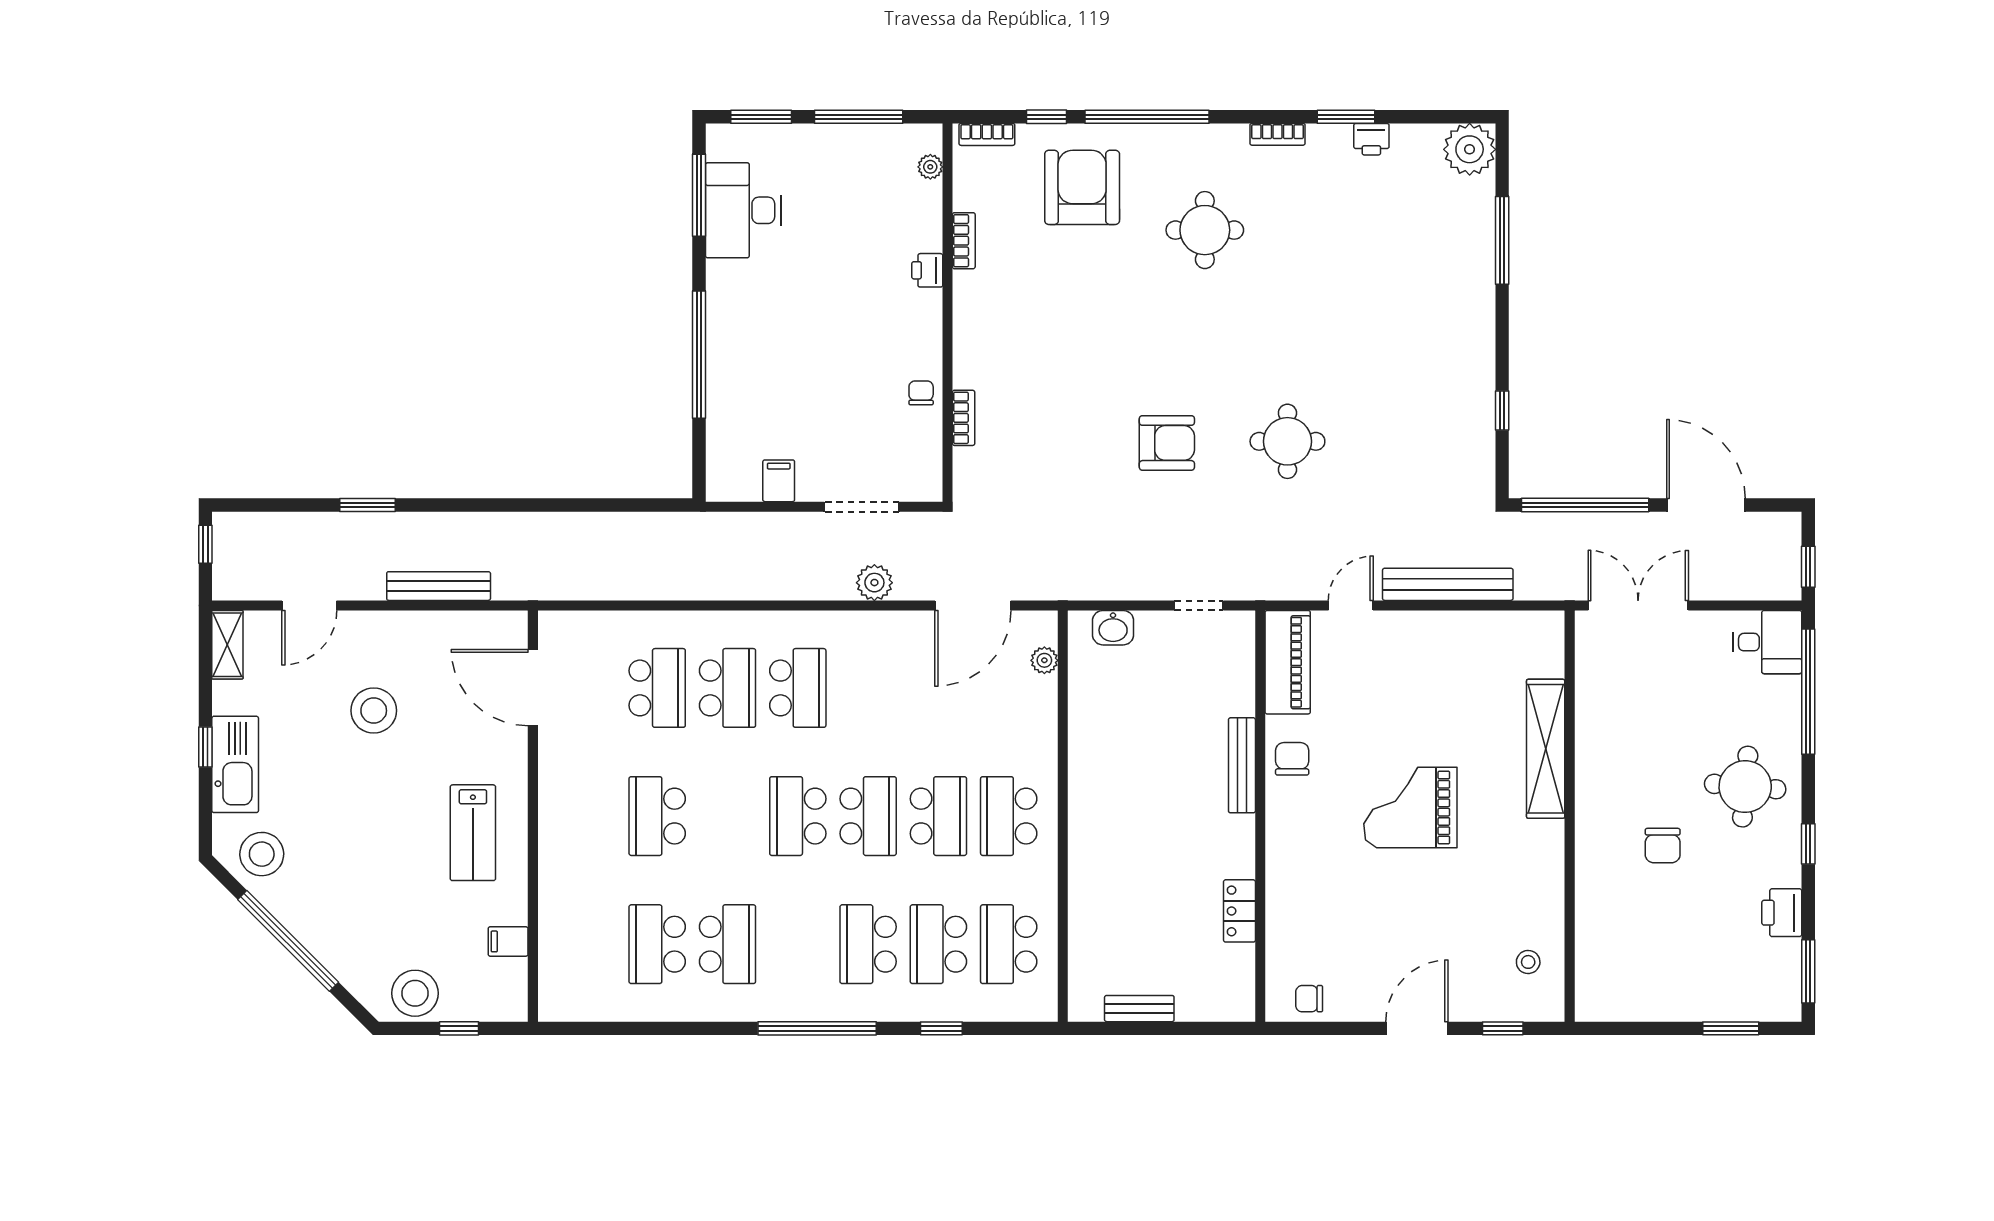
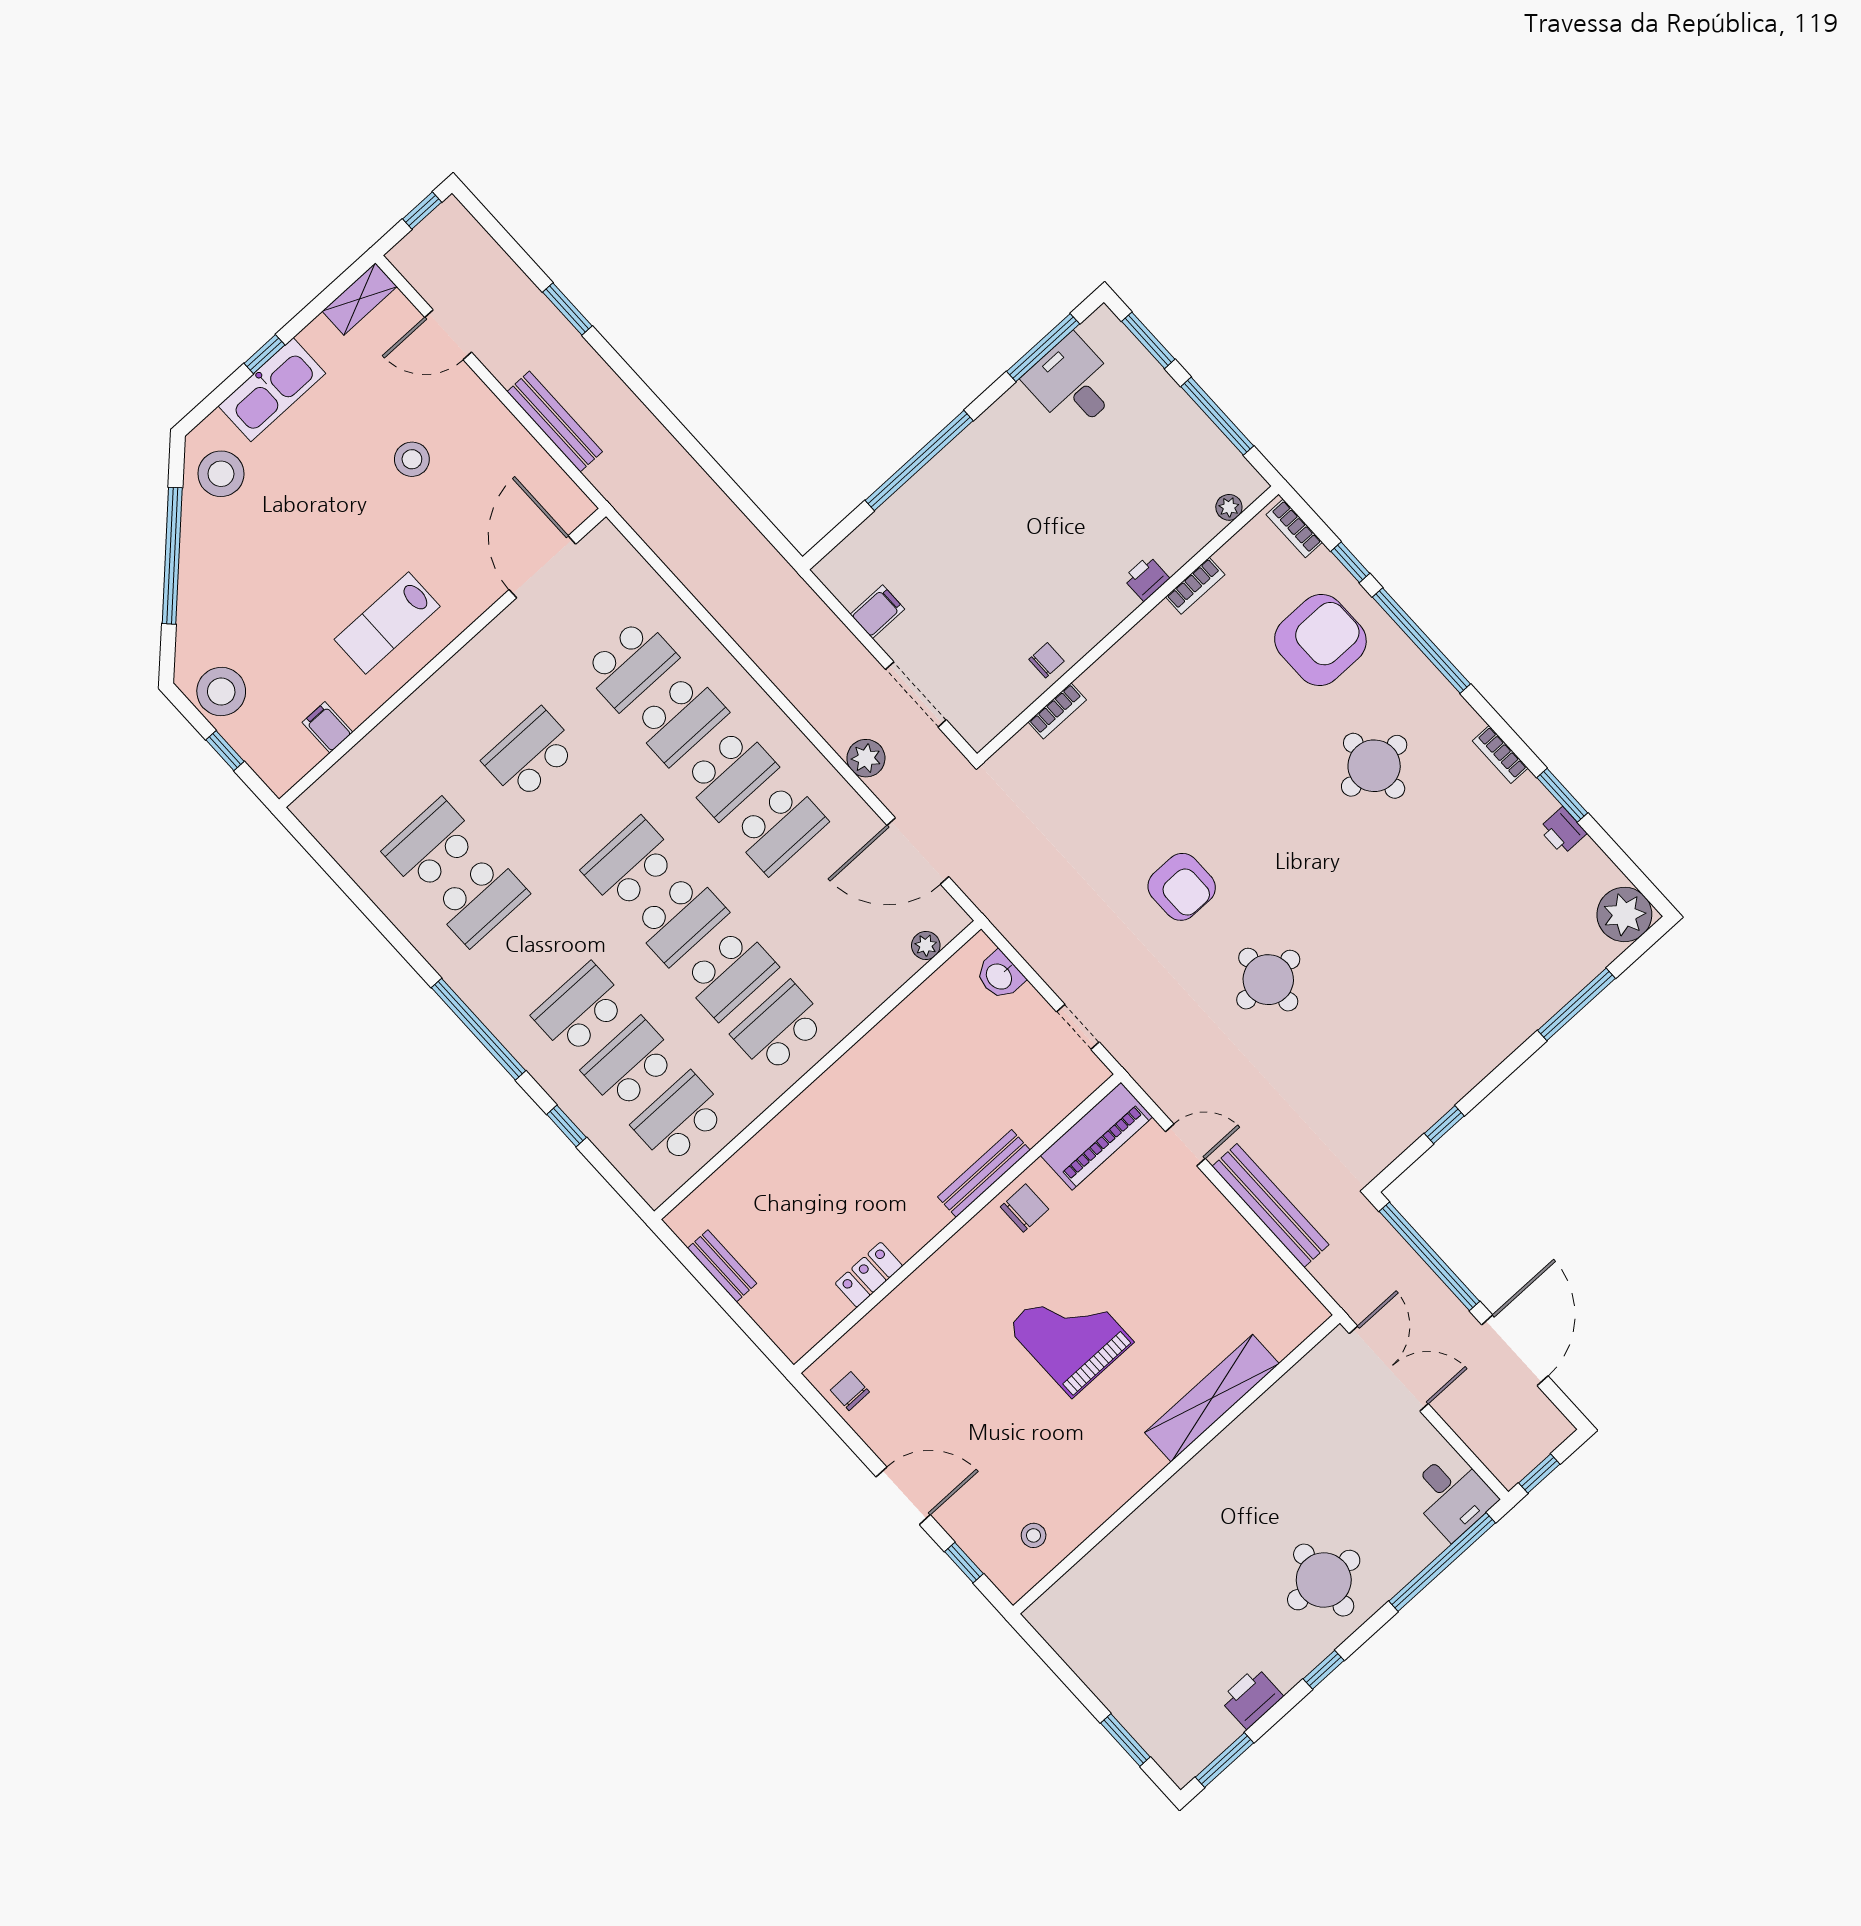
desk: (743, 210) -> (1073, 383), width x0.73
school desk: (868, 688) -> (779, 828), added
stool: (374, 711) -> (412, 459), width x0.73, depth x0.73
chair: (1663, 846) -> (1219, 1558), removed

